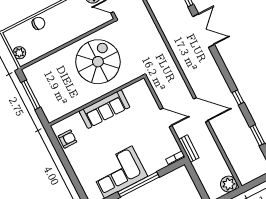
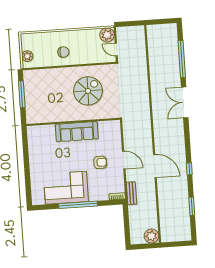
chair: (38, 23) -> (63, 52), moved
double door: (204, 30) -> (185, 102), swing flipped
spiral stairs: (98, 62) -> (88, 91), width x0.73, depth x0.73
armchair: (67, 139) -> (100, 162), moved

